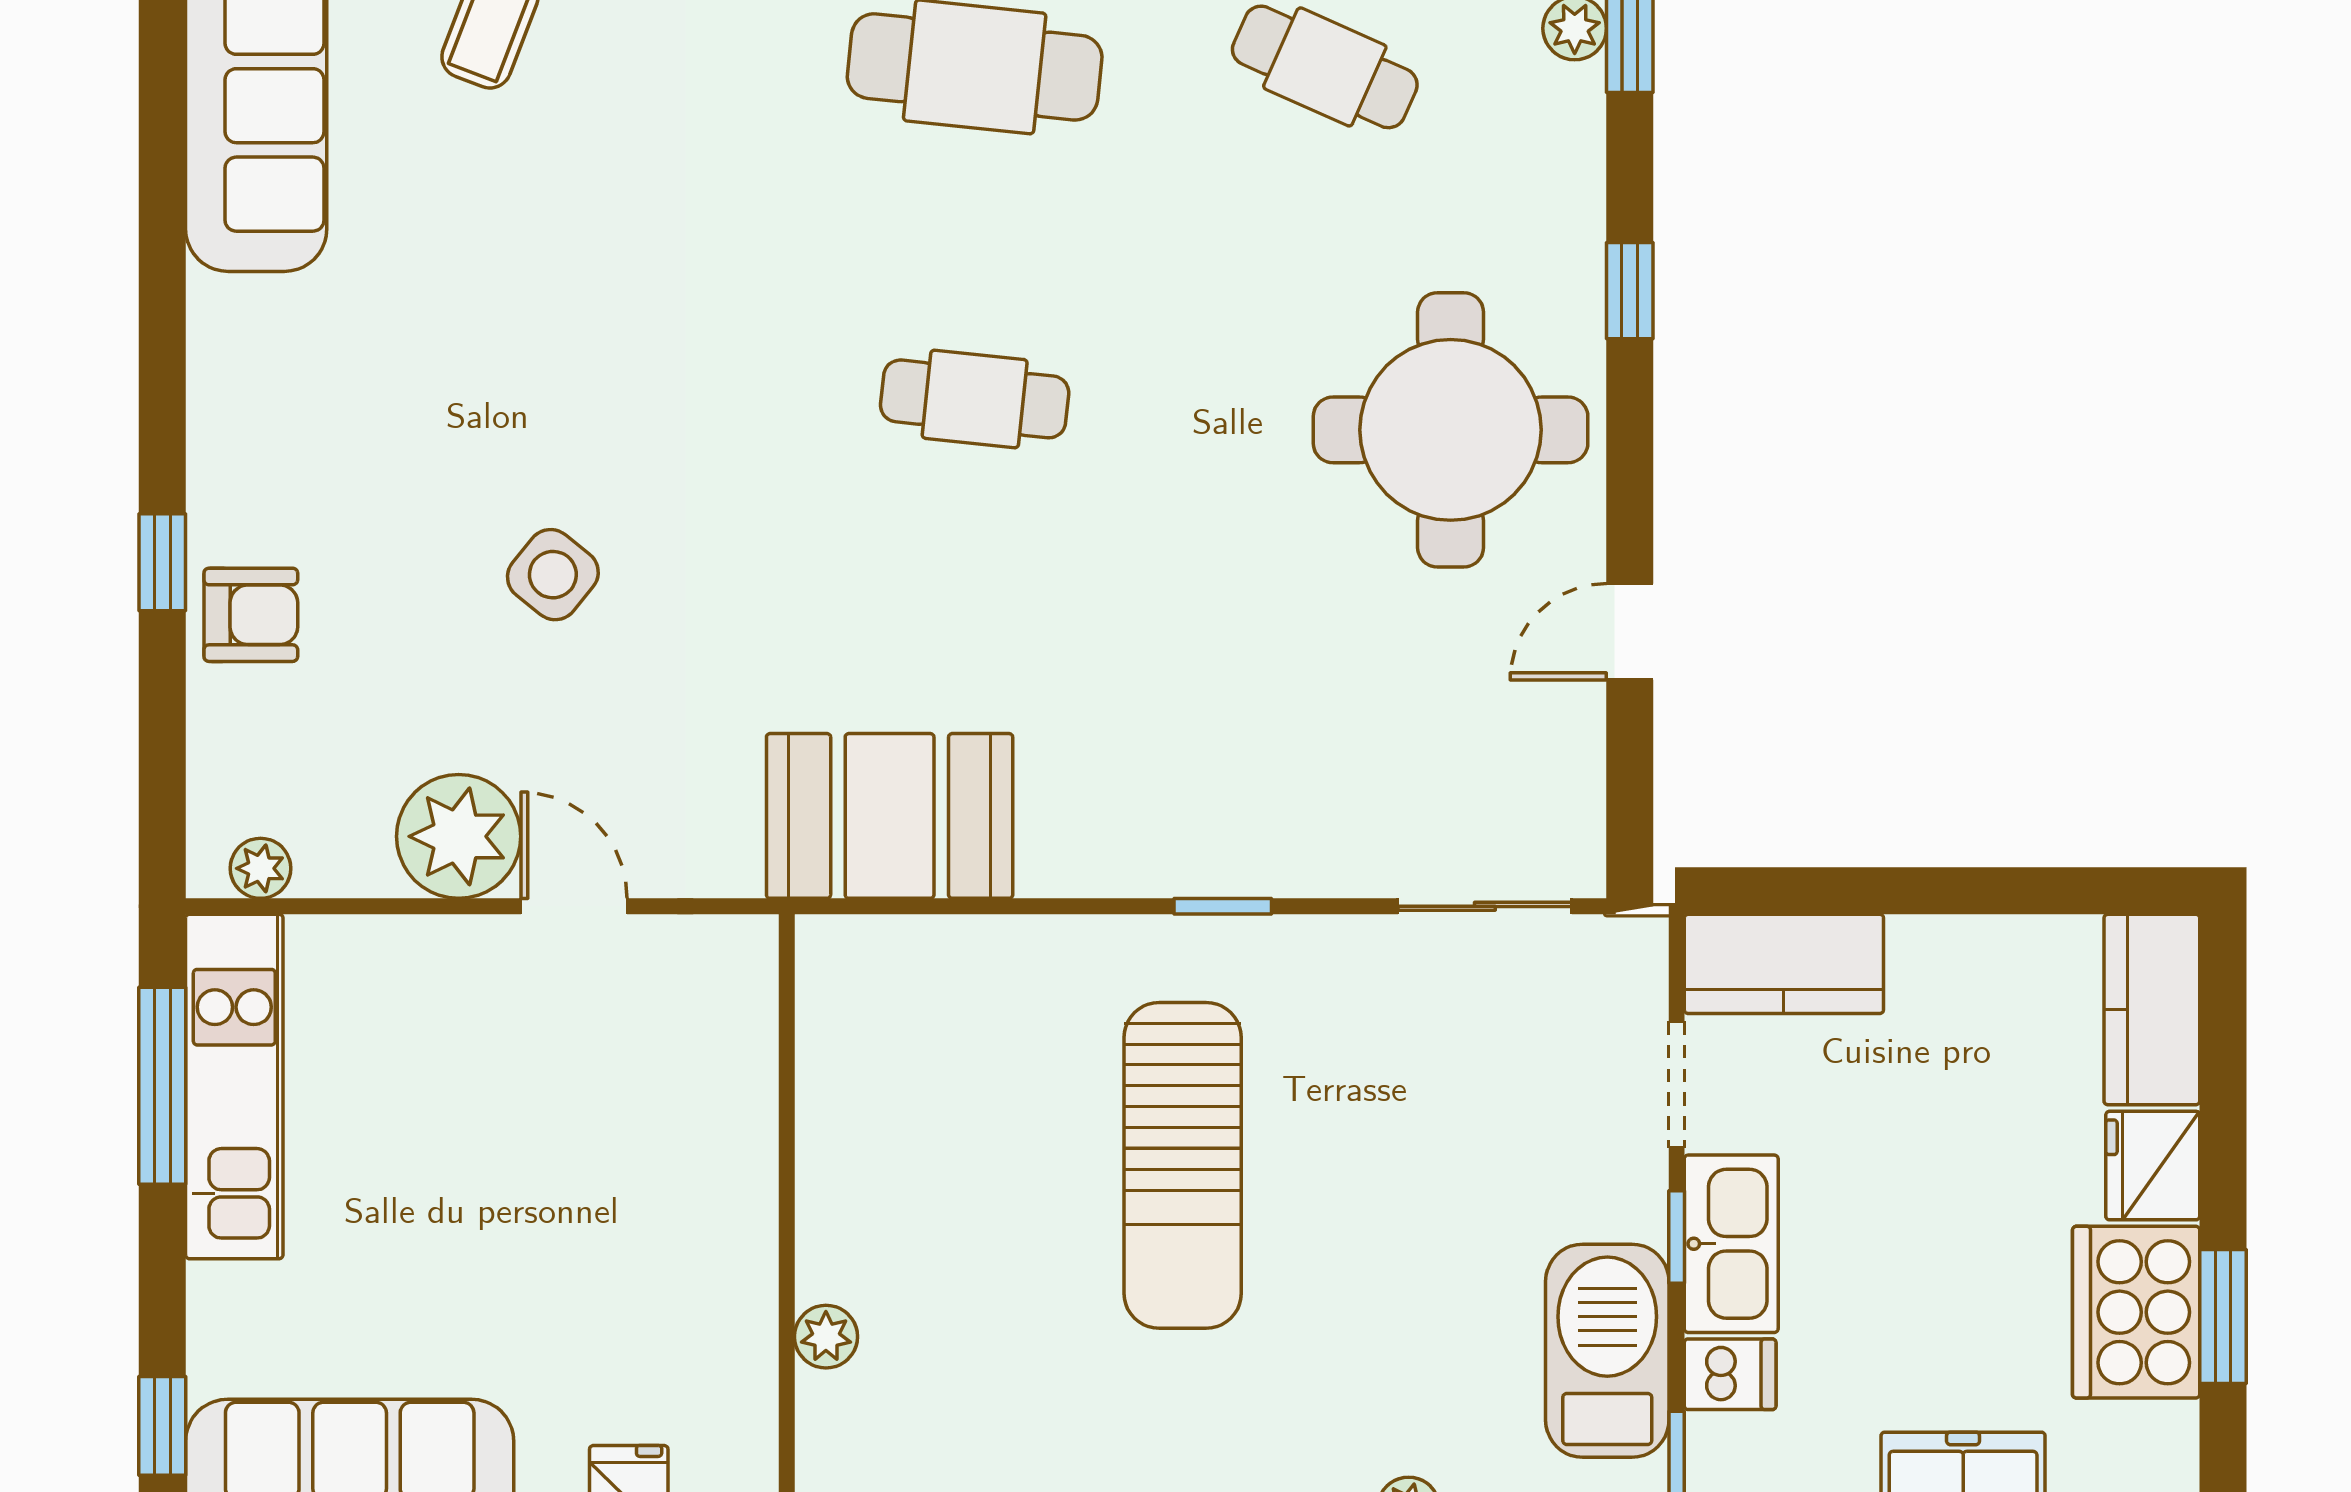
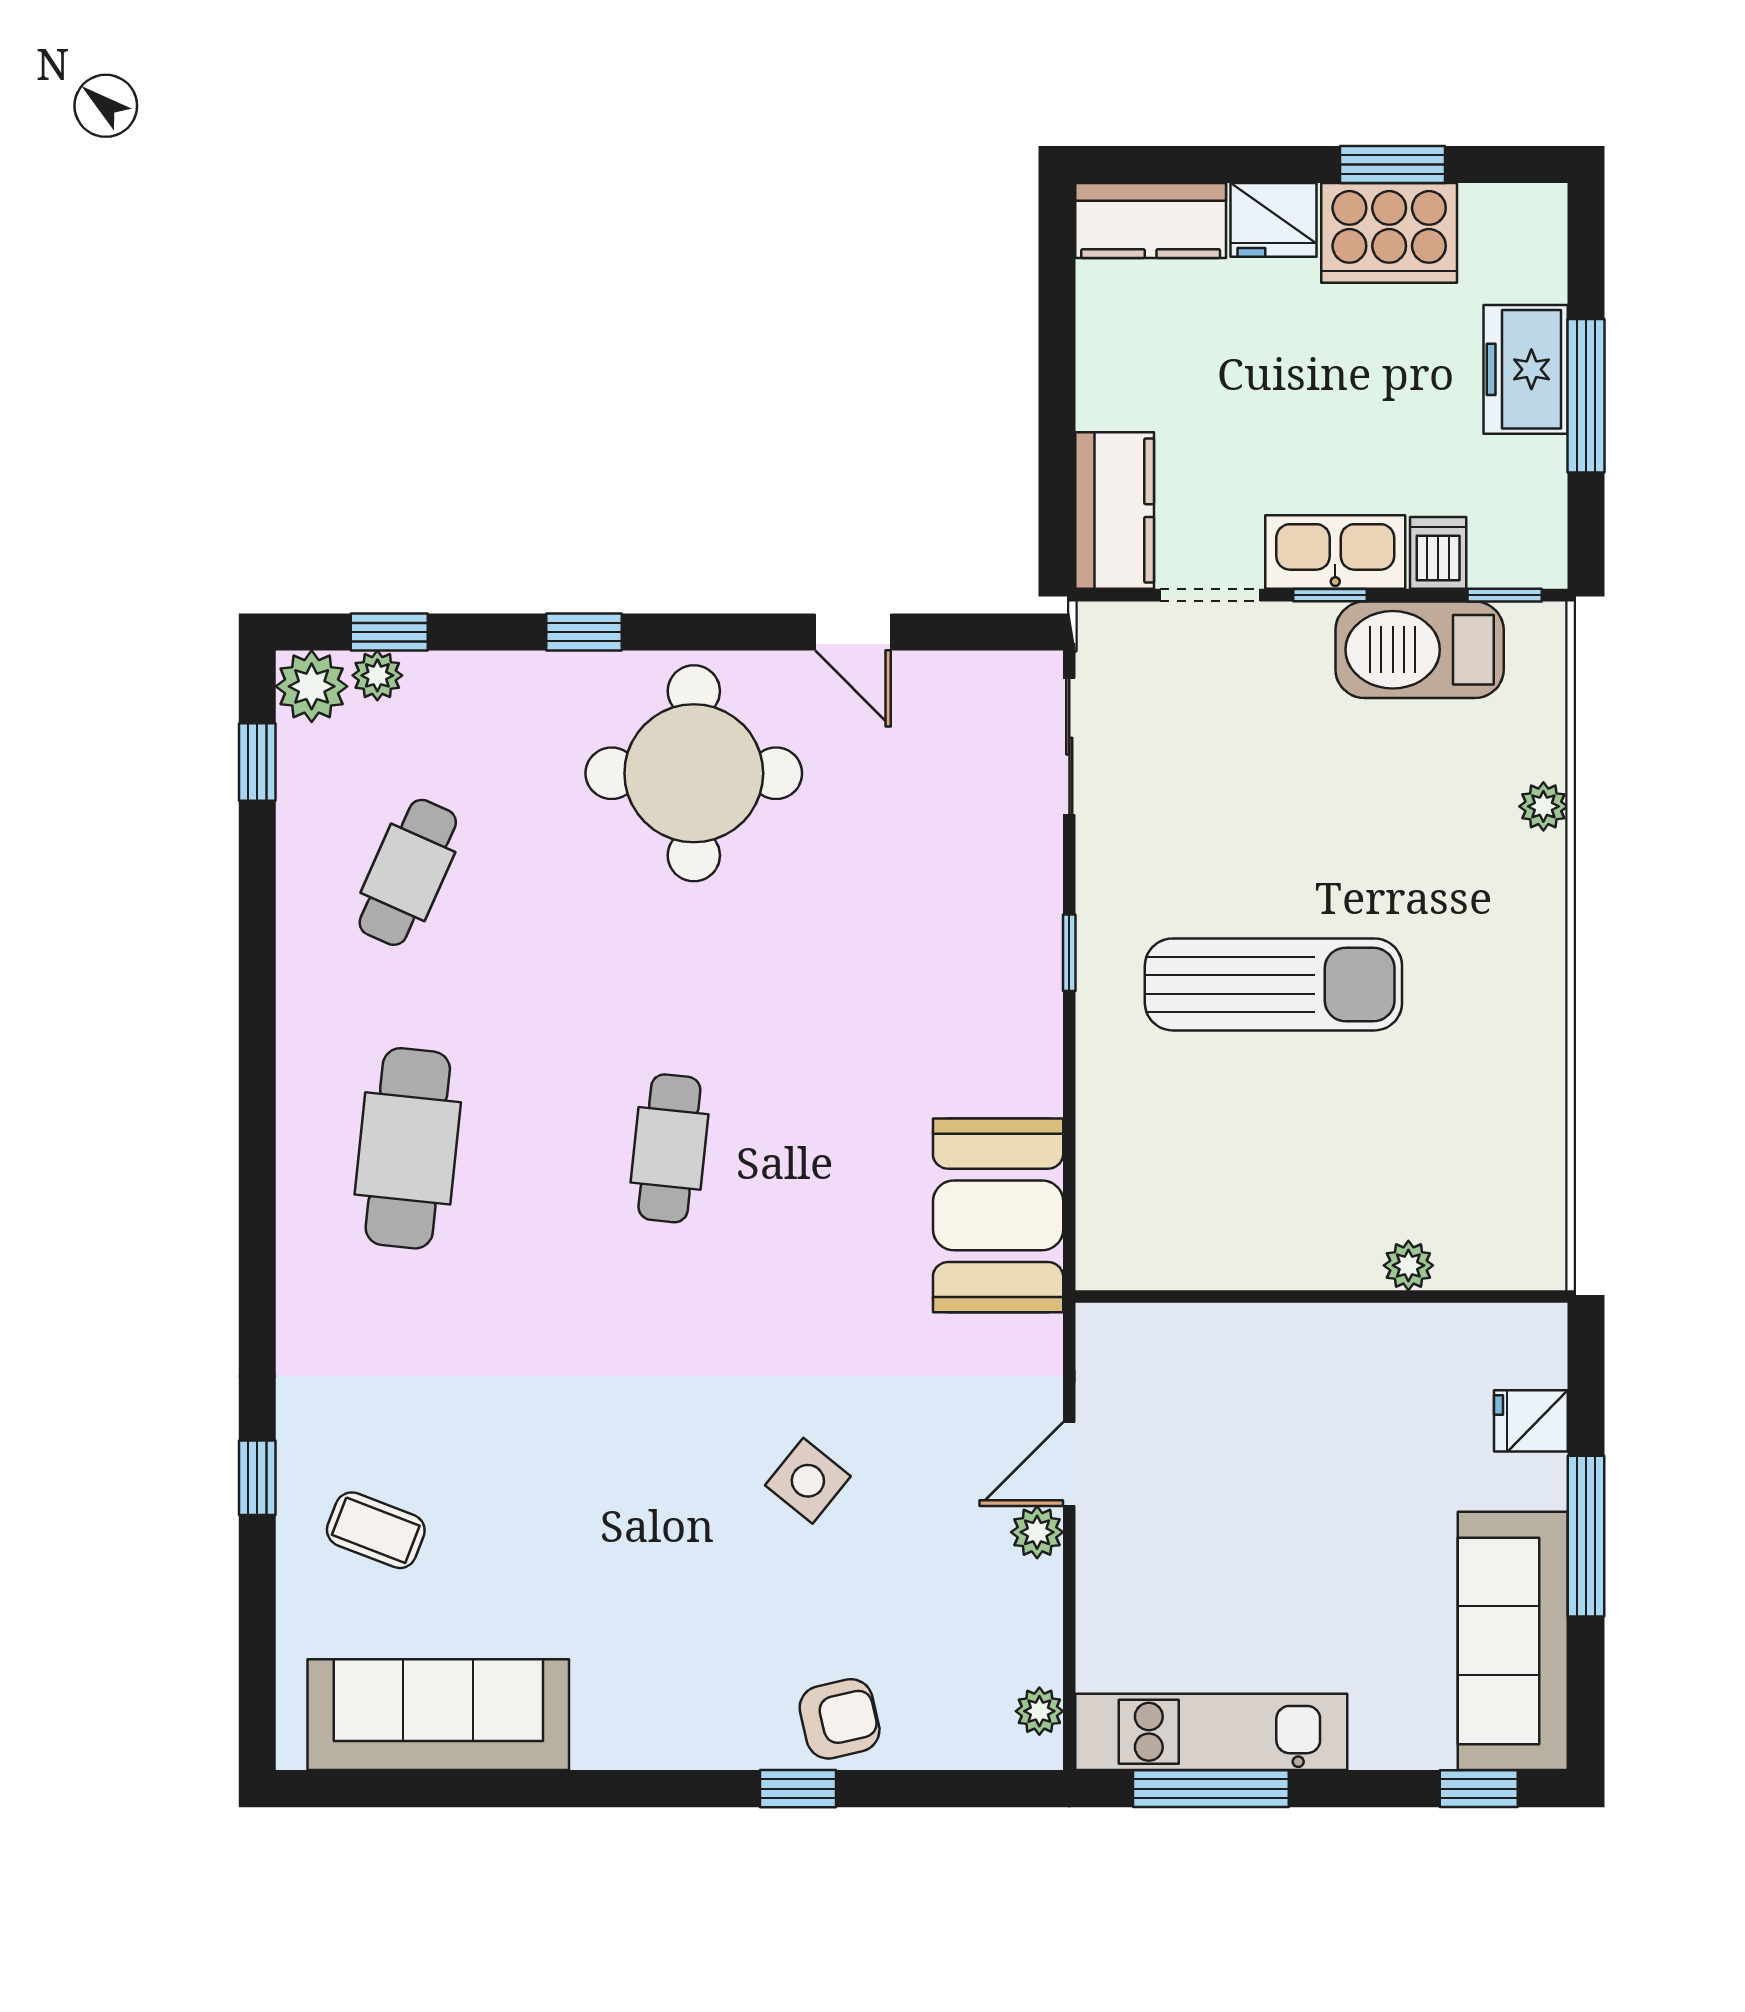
armchair: (251, 615) -> (840, 1719), turned 77
plant: (459, 836) -> (1037, 1532), width x0.53, depth x0.53

